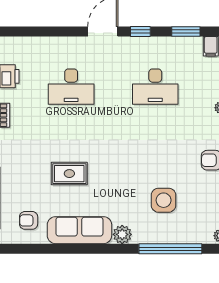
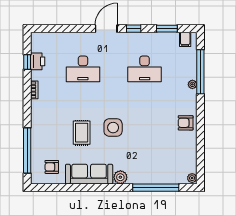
rug: (69, 174) -> (82, 133), turned 90
side table: (164, 200) -> (113, 128), moved

